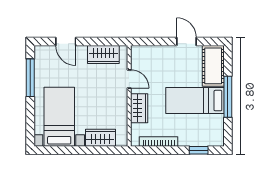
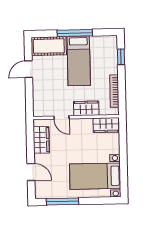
door: (66, 42) -> (31, 172), hinge flipped
door: (129, 79) -> (61, 117), swing flipped
wardrobe: (100, 138) -> (106, 125), moved, turned -90

